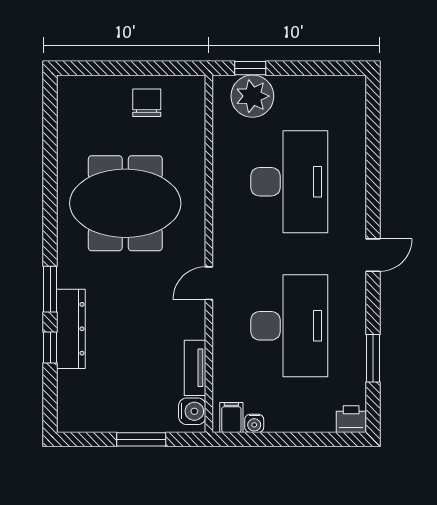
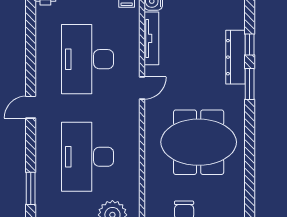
window: (373, 358) -> (31, 188), moved
tv unit: (195, 368) -> (151, 38), width x1.41

